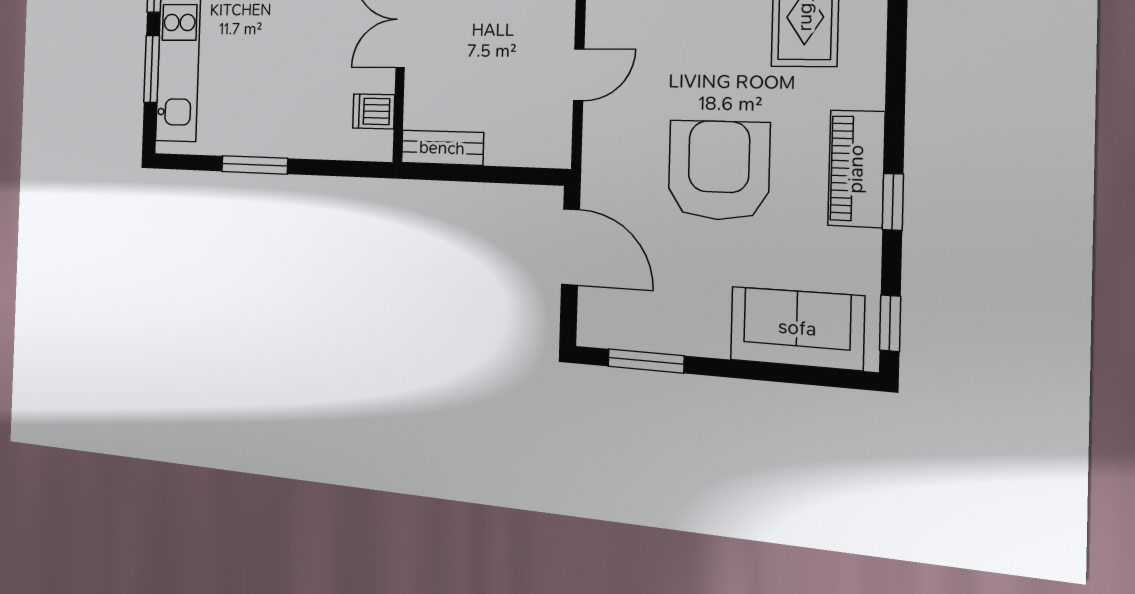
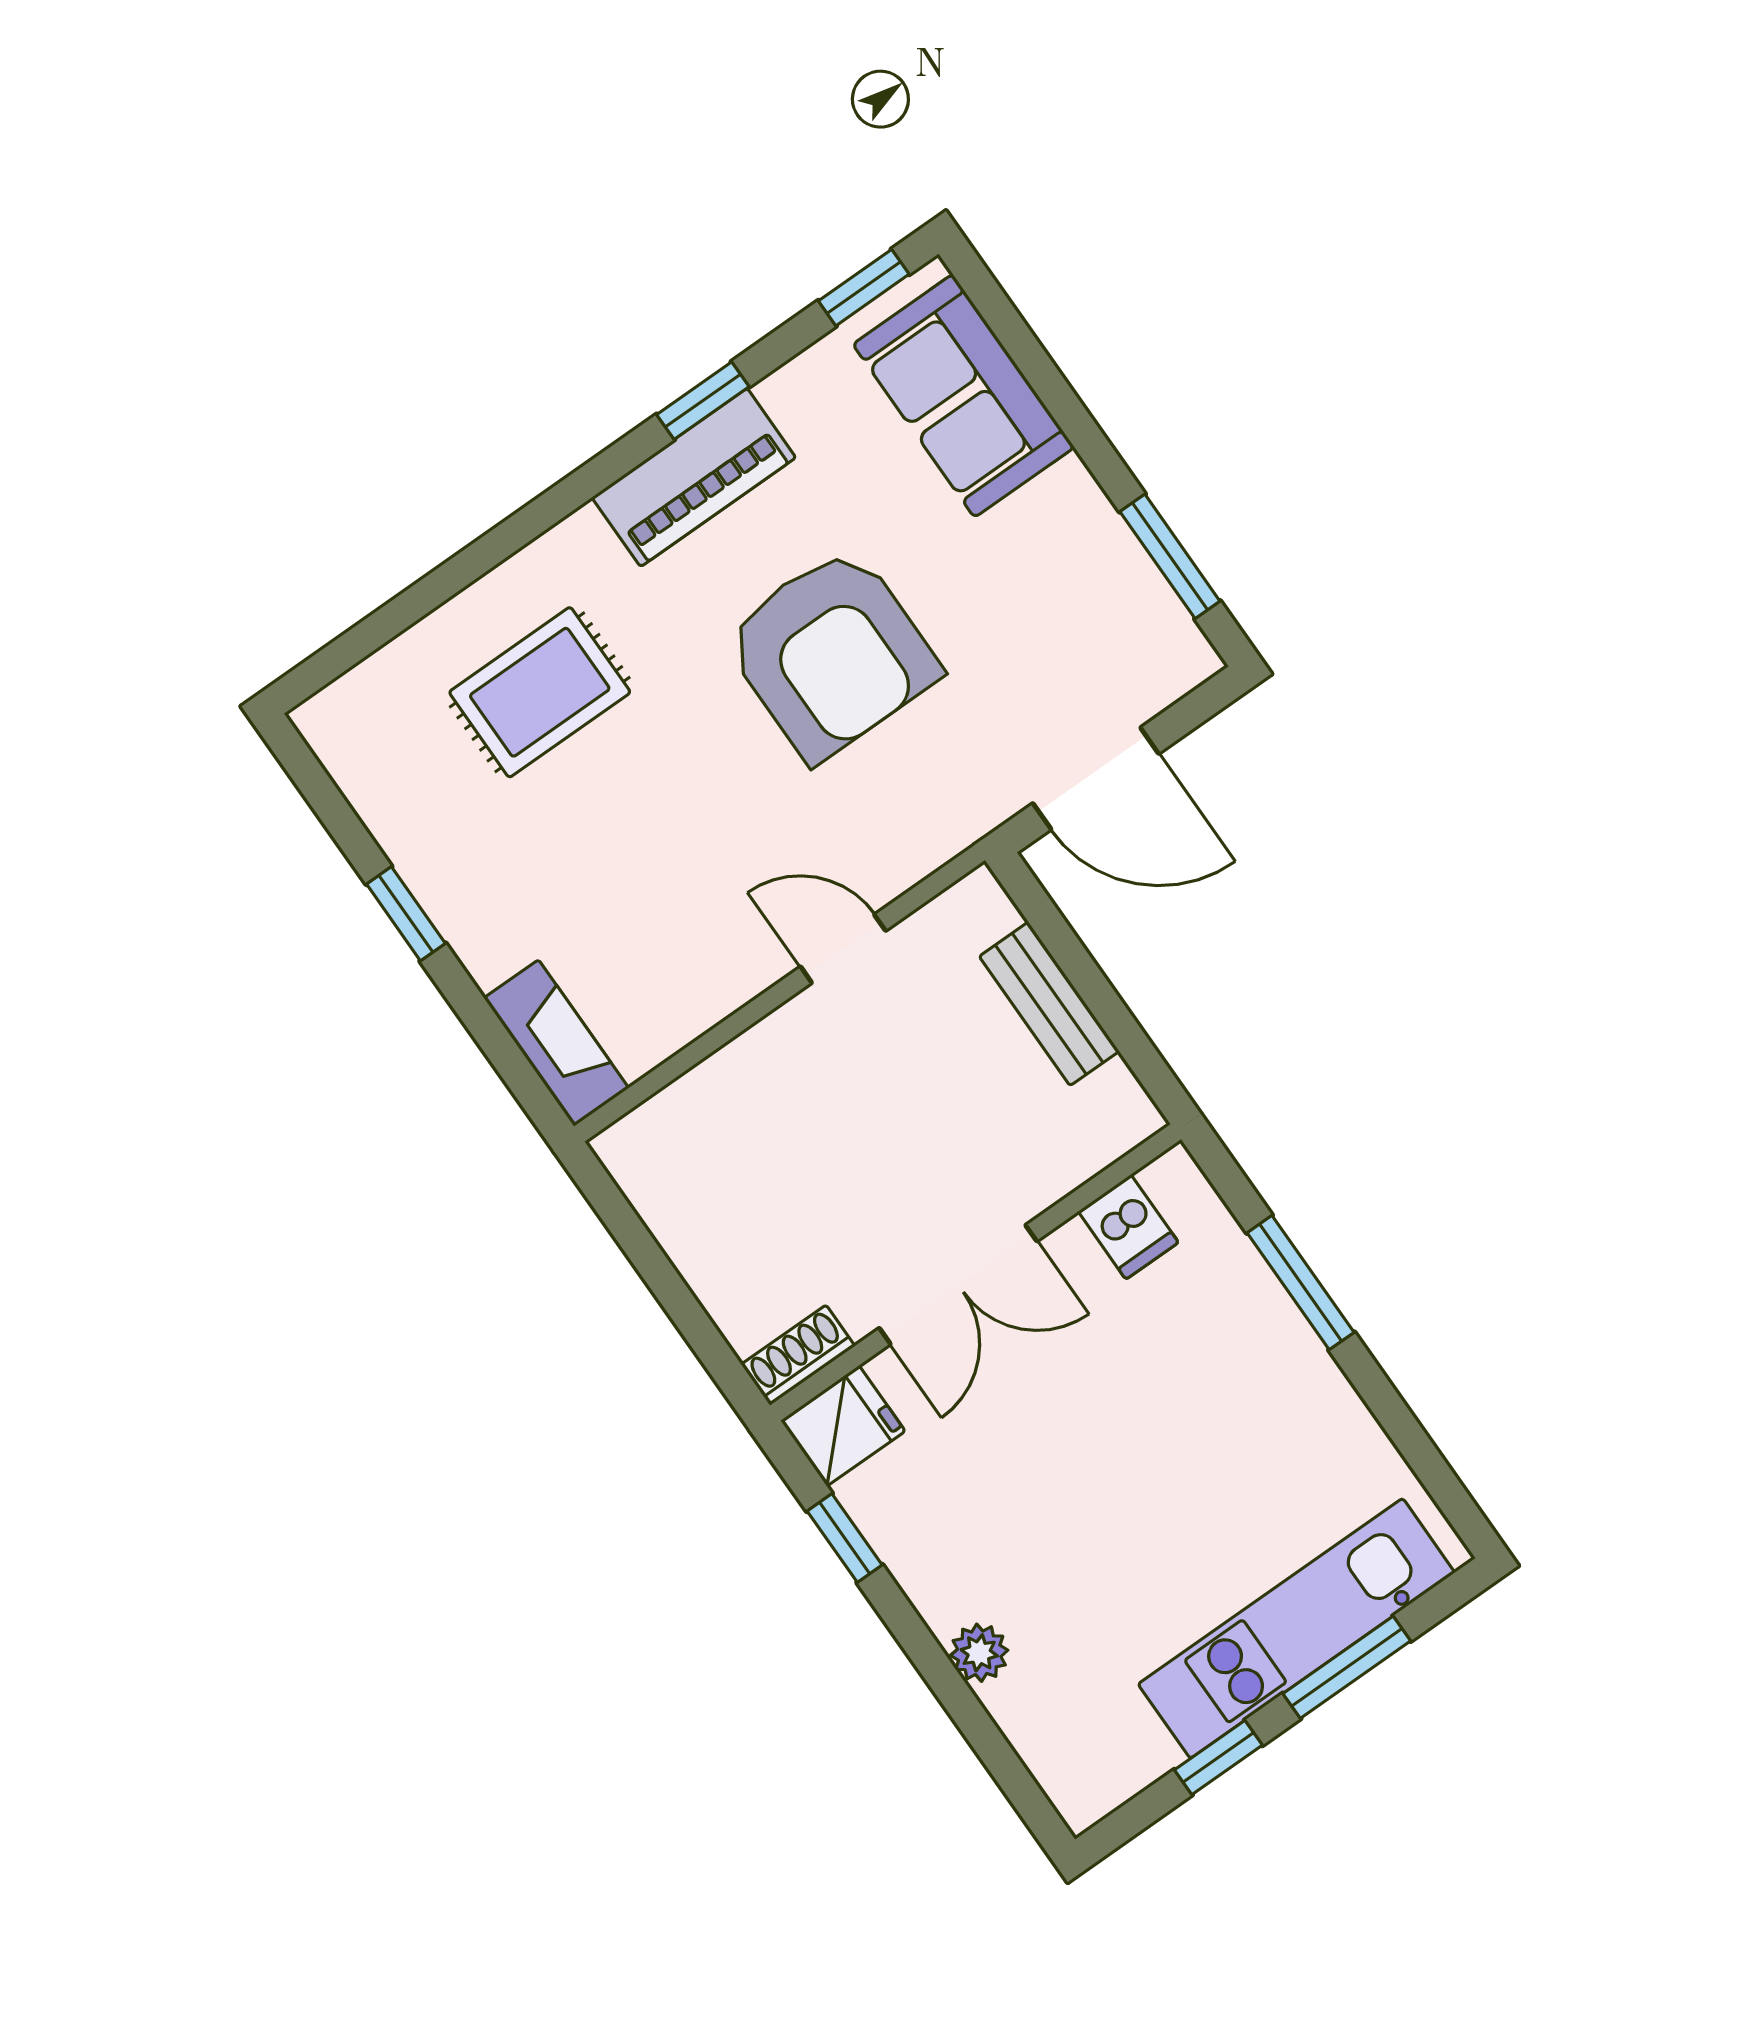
bench: (442, 148) -> (1049, 1004), moved
window: (255, 165) -> (1301, 1283), moved
armchair: (719, 170) -> (831, 653), turned -90
door: (571, 247) -> (1096, 778), swing flipped

